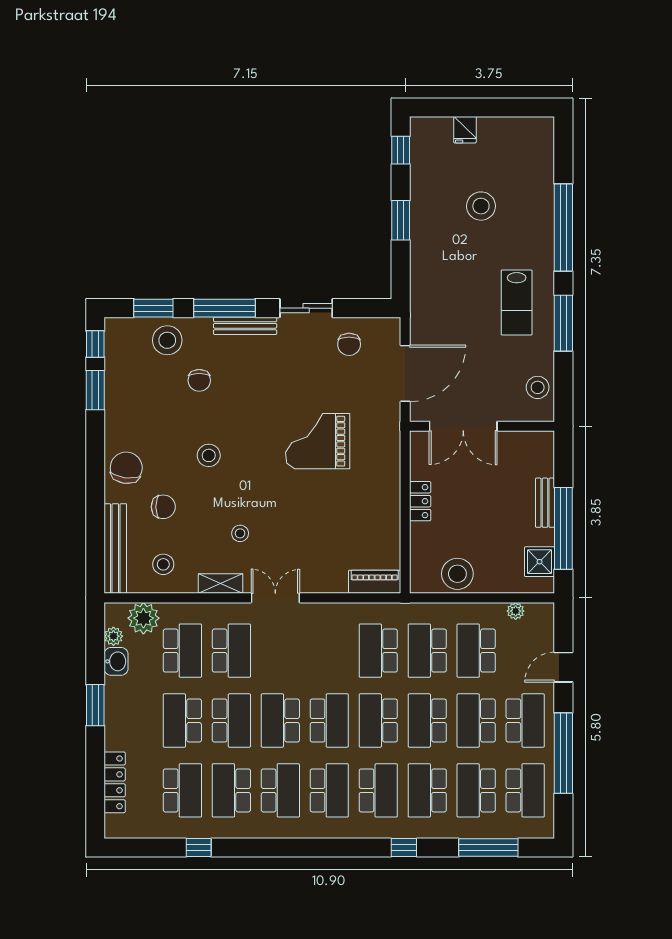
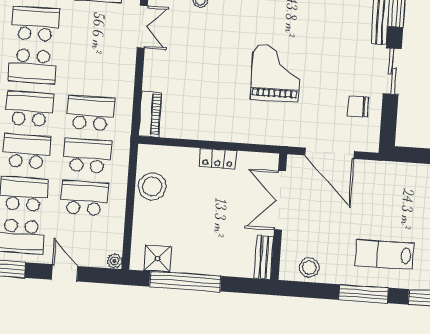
bench: (545, 503) -> (264, 257), moved, turned 90
plant: (516, 611) -> (114, 261), moved

